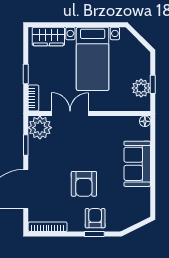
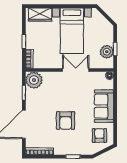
double door: (70, 114) -> (76, 70), moved
armchair: (95, 218) -> (99, 135), moved

